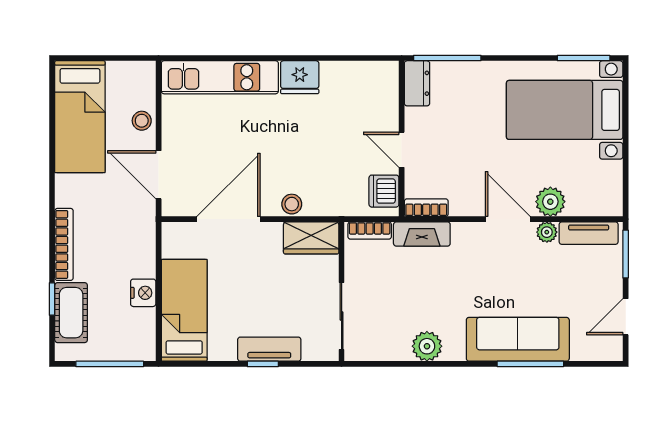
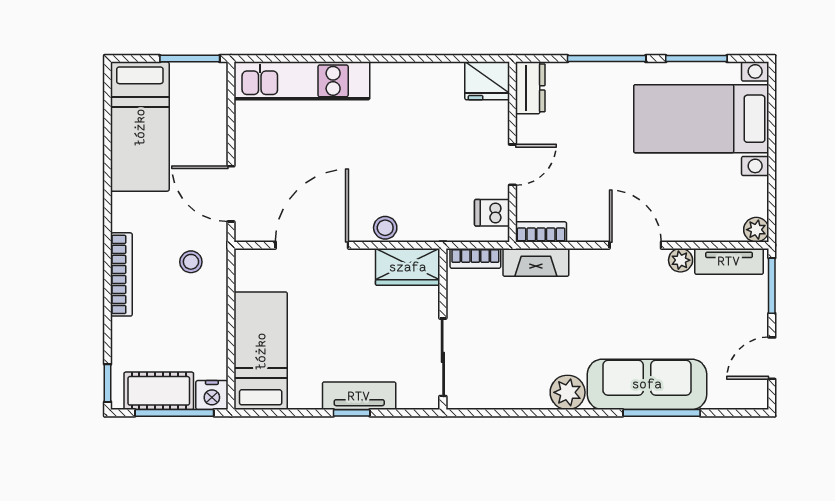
window: (123, 58) -> (190, 59), added
window: (447, 58) -> (607, 59), moved
window: (584, 58) -> (696, 59), moved
fridge: (300, 77) -> (487, 81), moved
stool: (142, 121) -> (191, 262), moved
door: (402, 150) -> (512, 165), swing flipped
dishwasher: (384, 191) -> (492, 213), width x0.73
plant: (550, 202) -> (756, 230), moved, width x0.73, depth x0.73
nightstand: (143, 293) -> (212, 395), moved, turned 90
window: (52, 299) -> (108, 383), moved
cot: (71, 313) -> (159, 391), moved, turned 90
plant: (427, 346) -> (568, 392), moved

